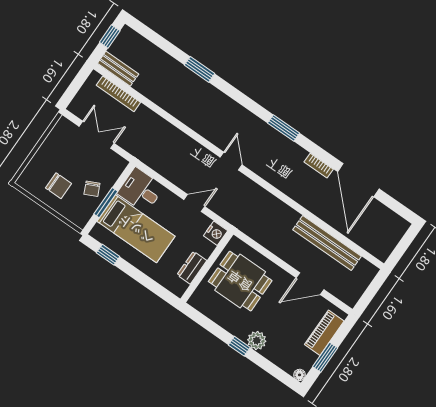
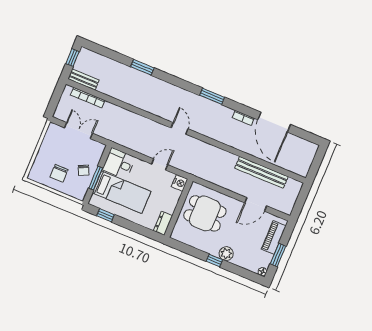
chair: (59, 186) -> (59, 173), turned 90
dresser: (192, 268) -> (163, 223), moved

